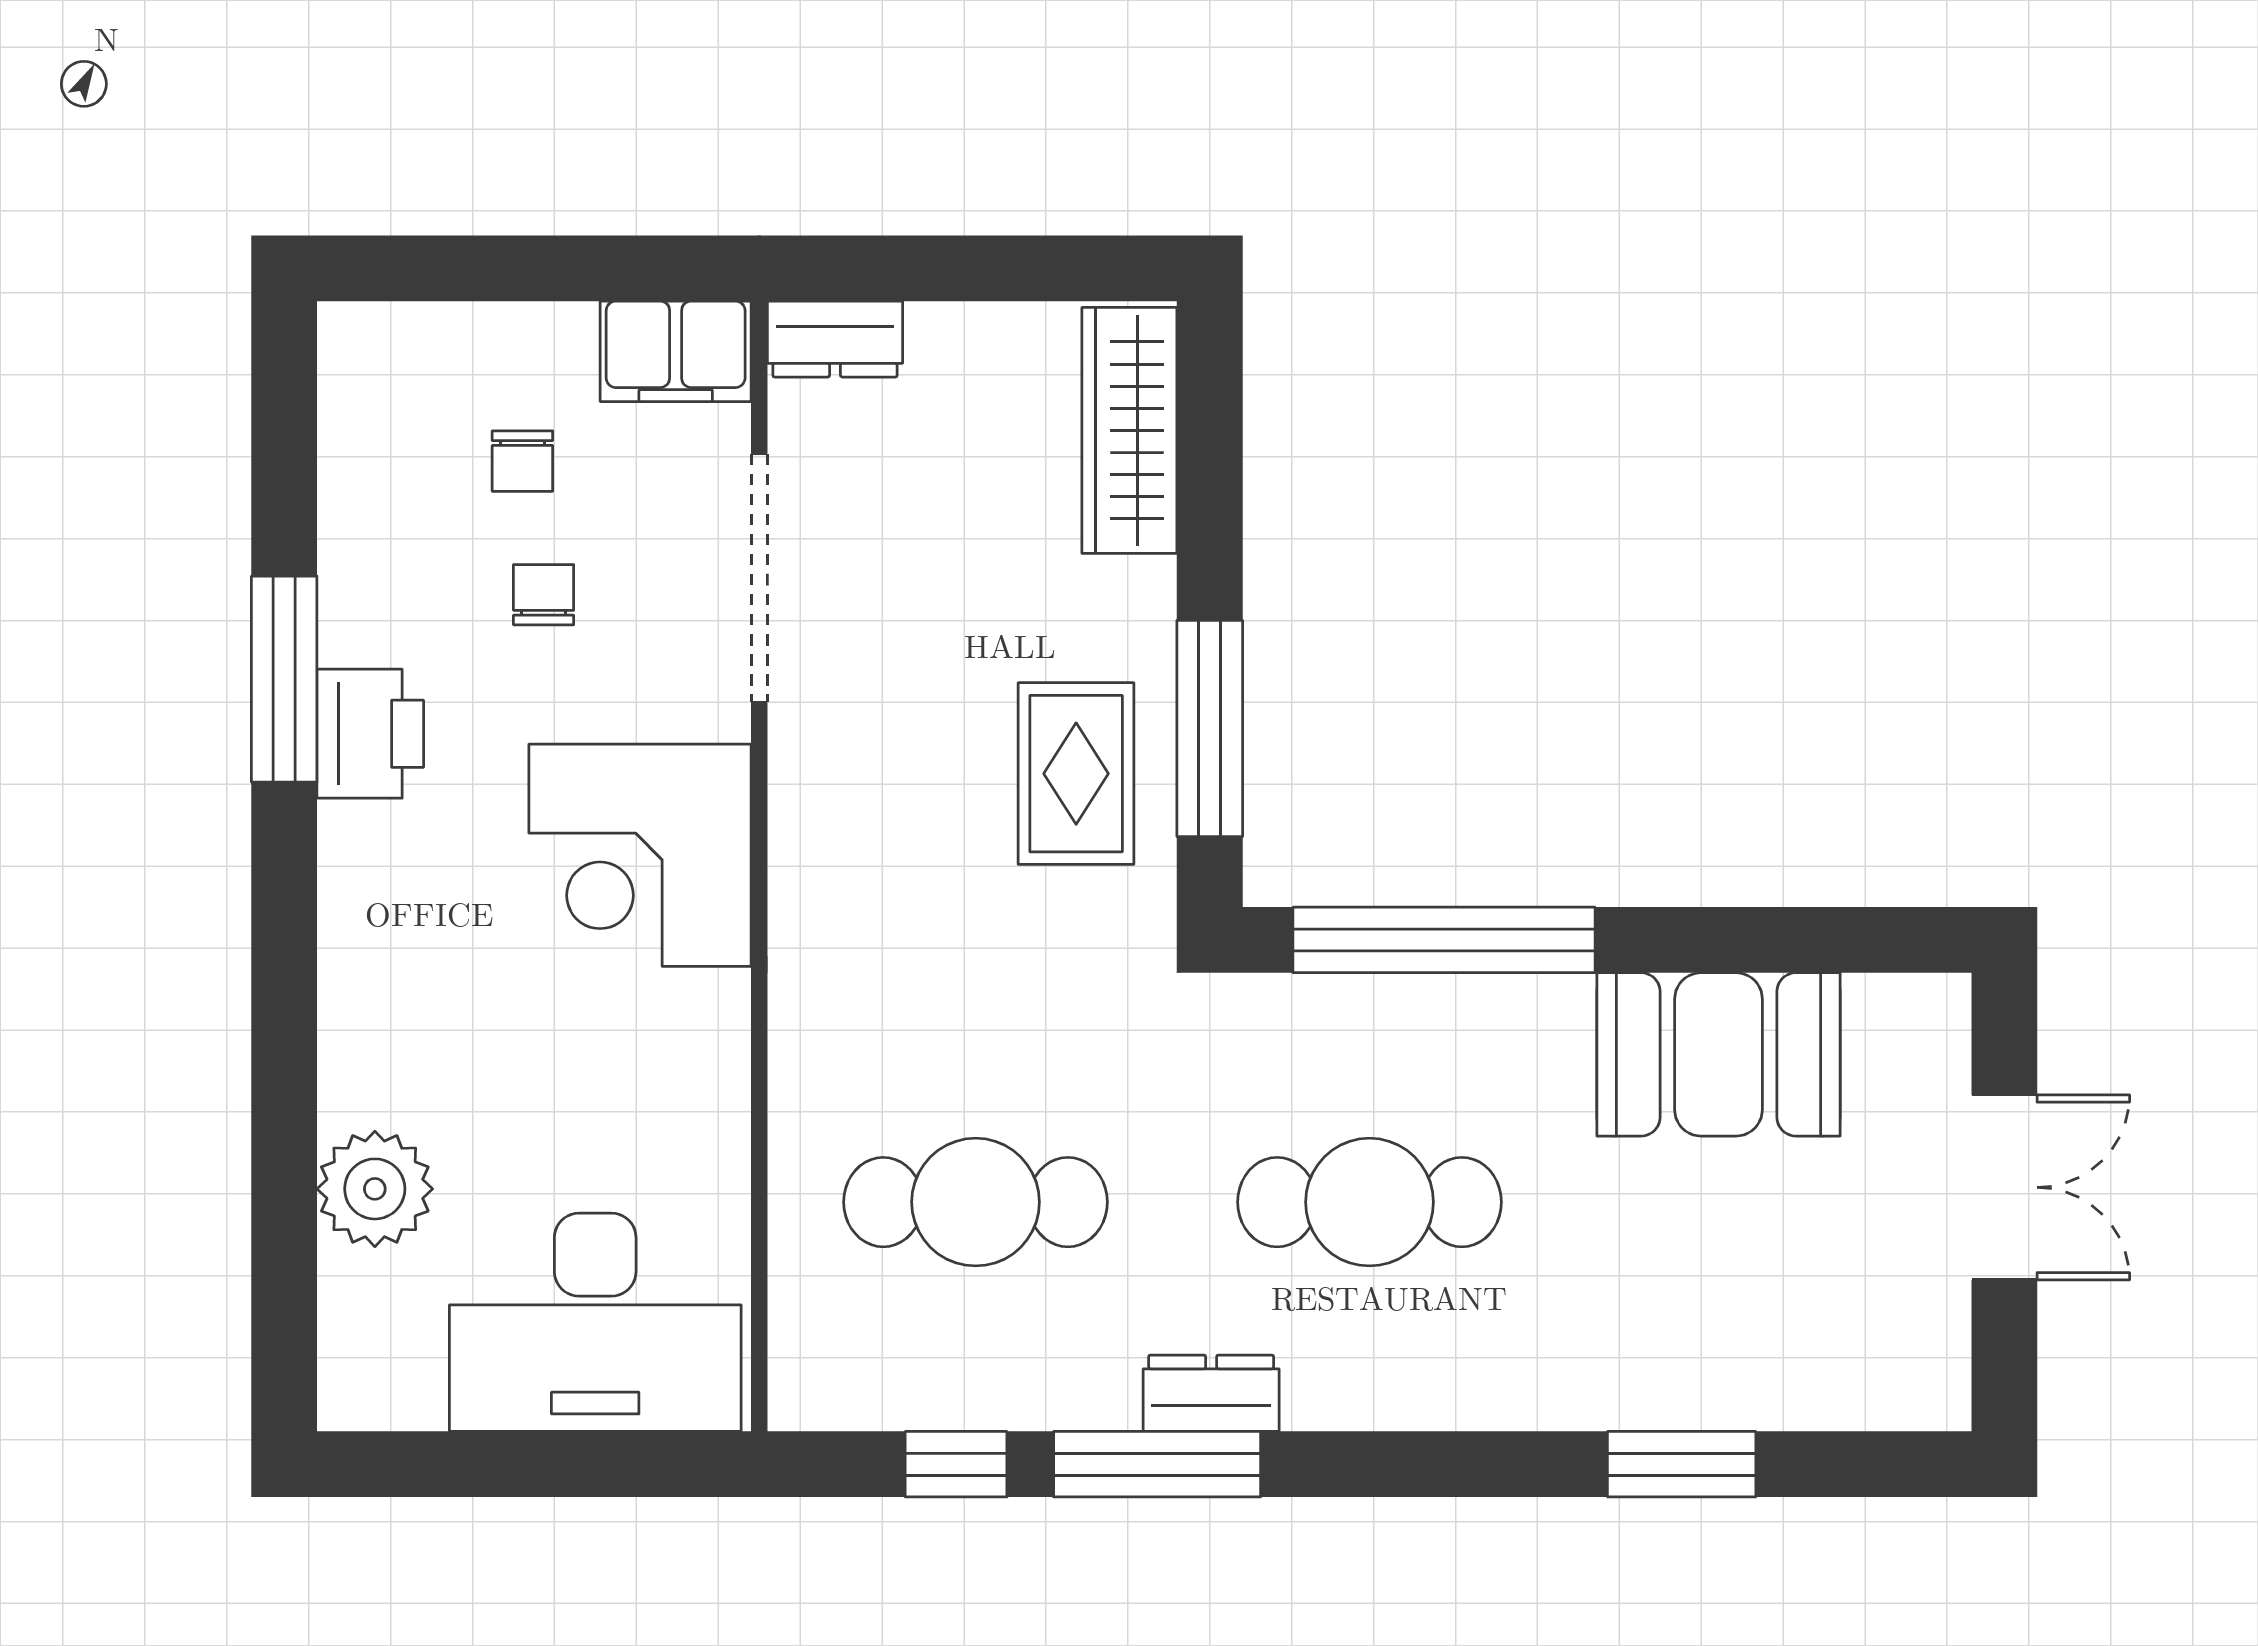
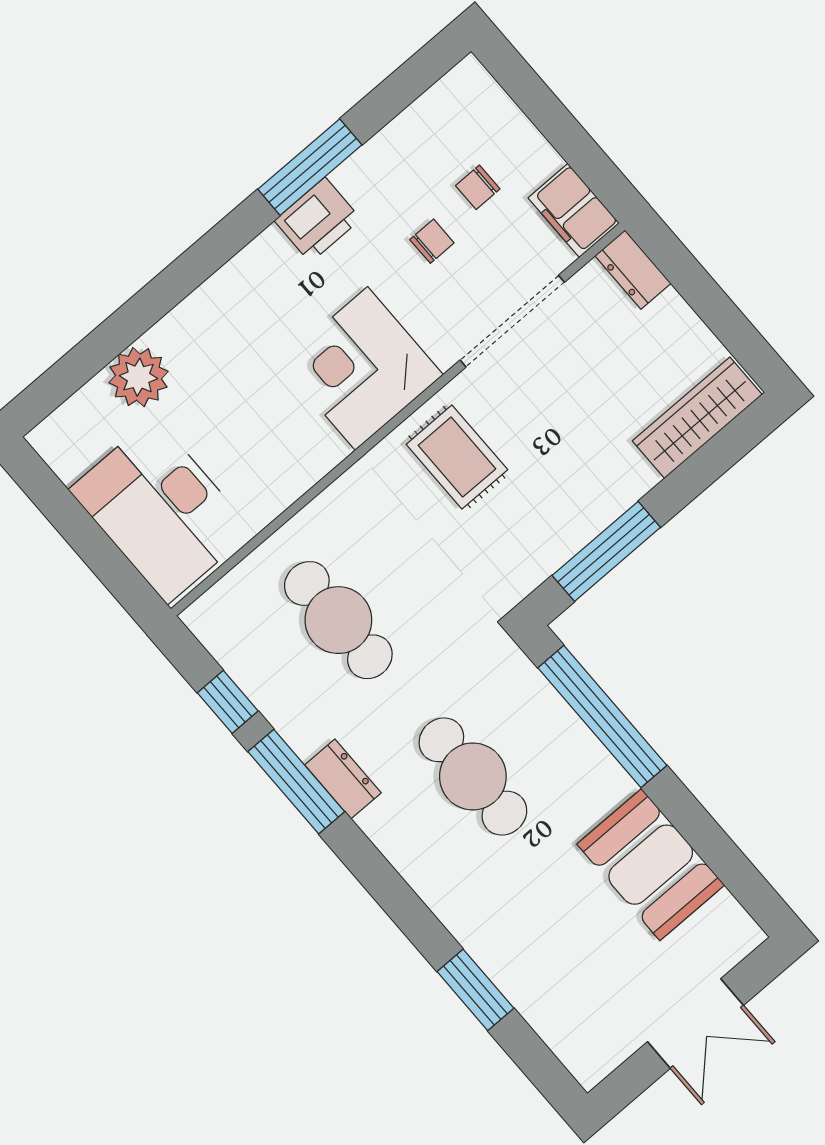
rug: (1076, 774) -> (457, 457), moved, turned 90

